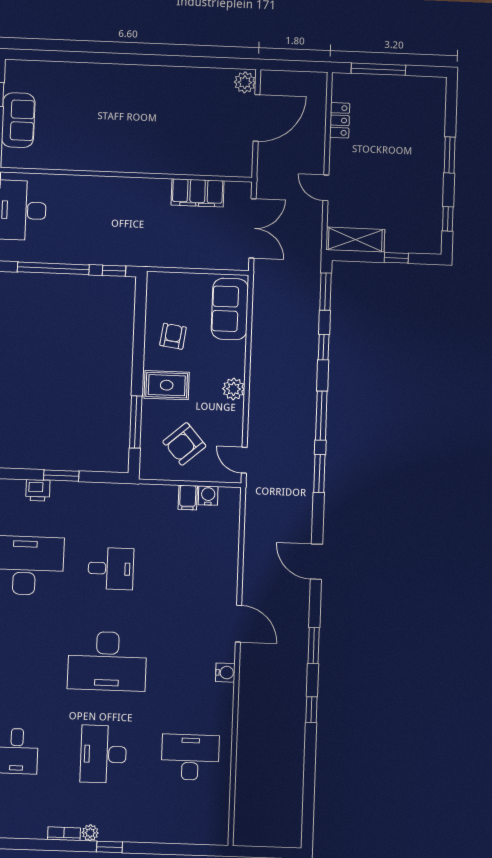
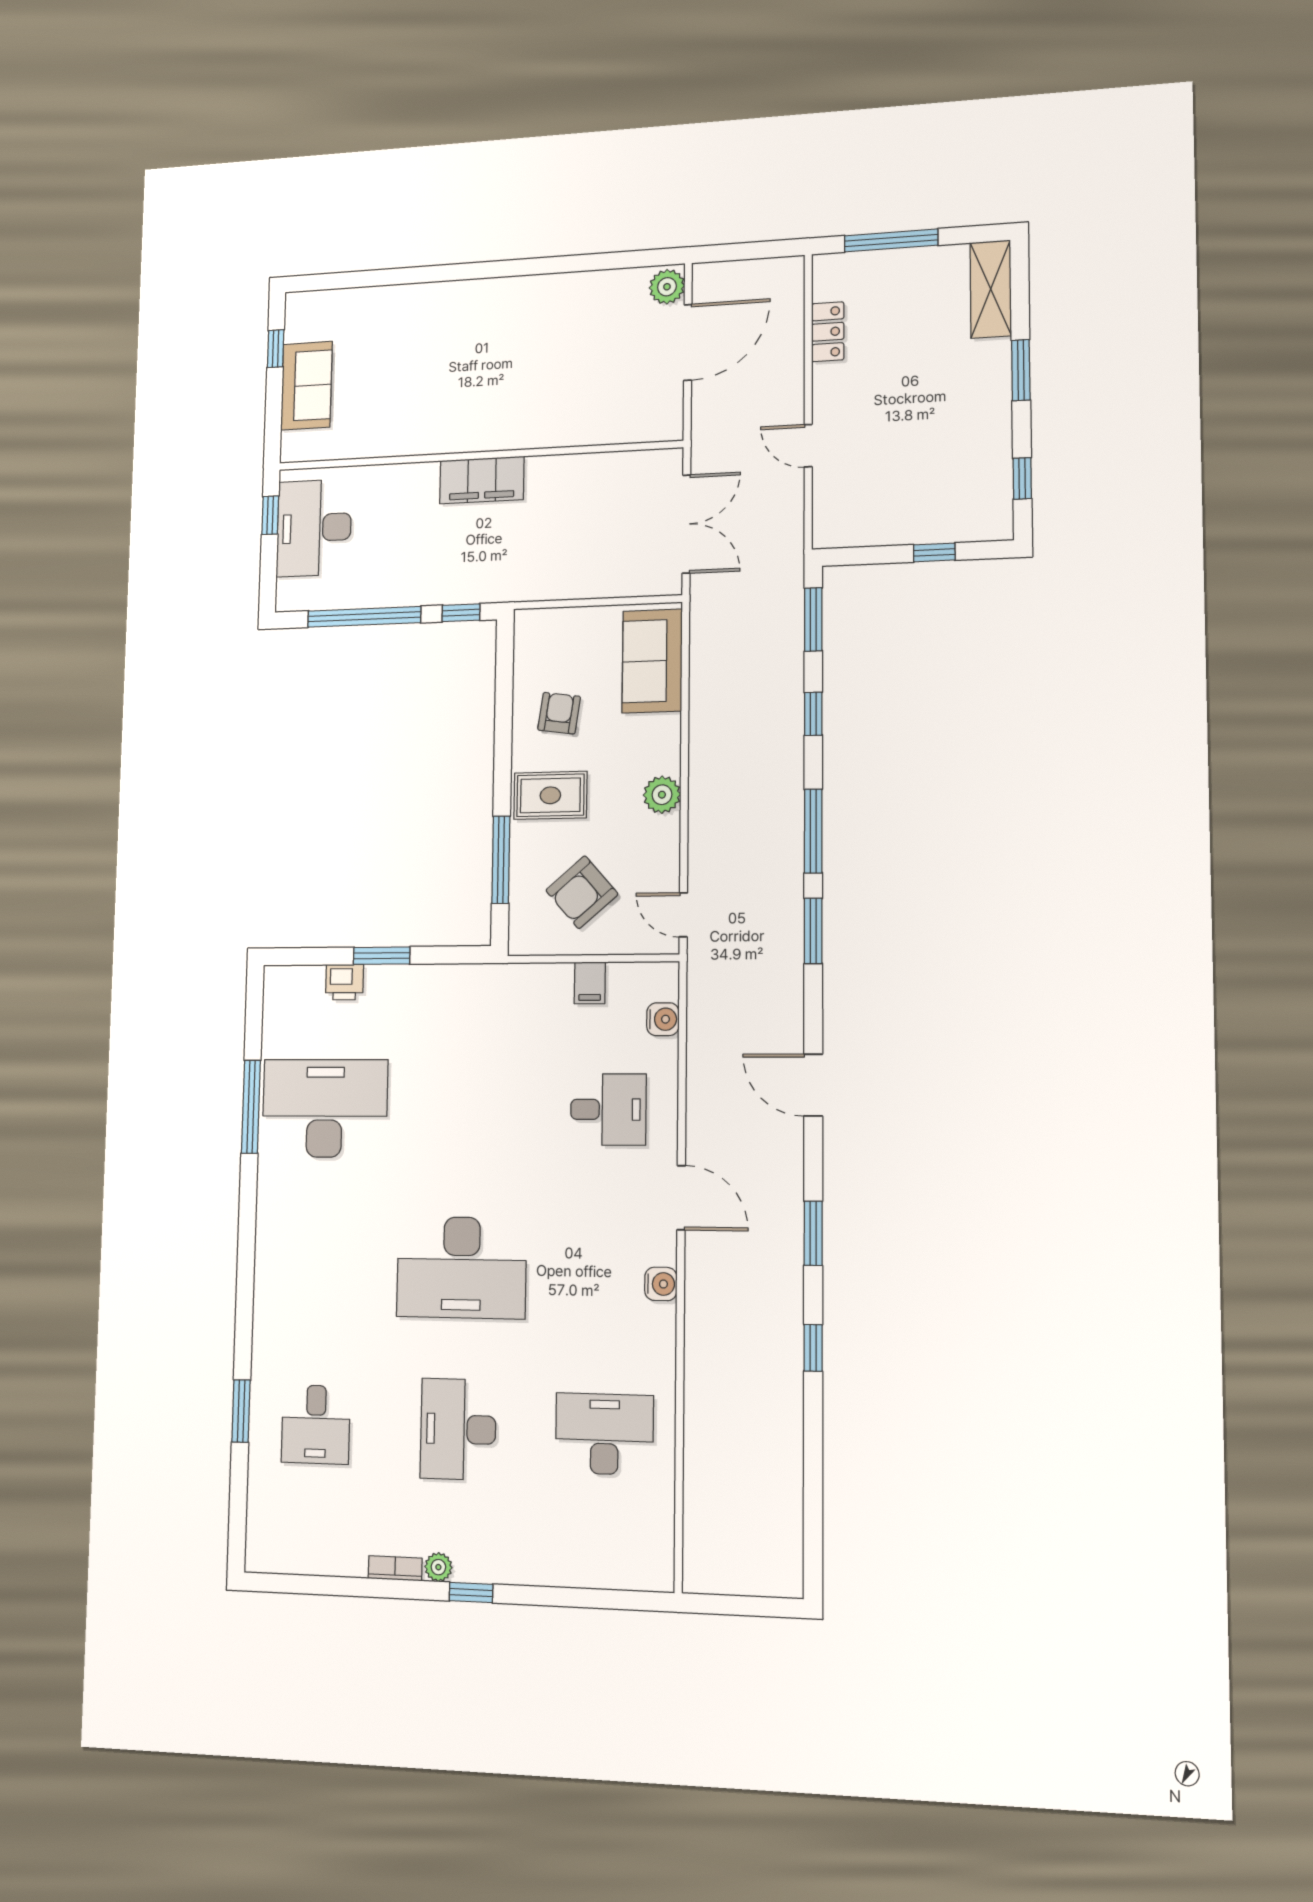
filing cabinet: (198, 193) -> (482, 480), moved
shelving: (355, 240) -> (991, 289), moved, turned 90
water cooler: (208, 496) -> (663, 1019), moved, turned 90
desk: (111, 569) -> (608, 1109), moved

